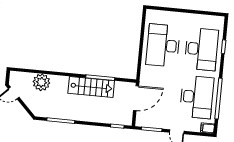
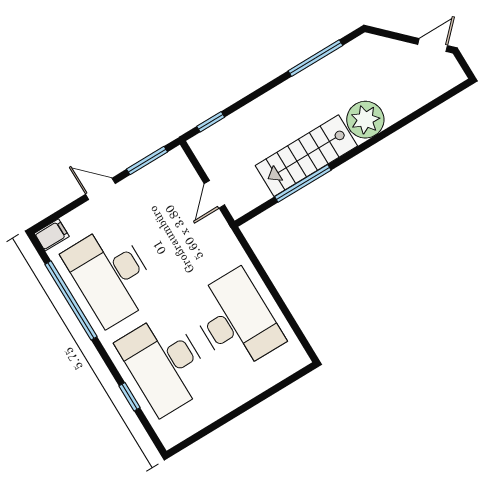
plant: (41, 82) -> (365, 120), moved
door: (136, 98) -> (214, 194), width x0.53

